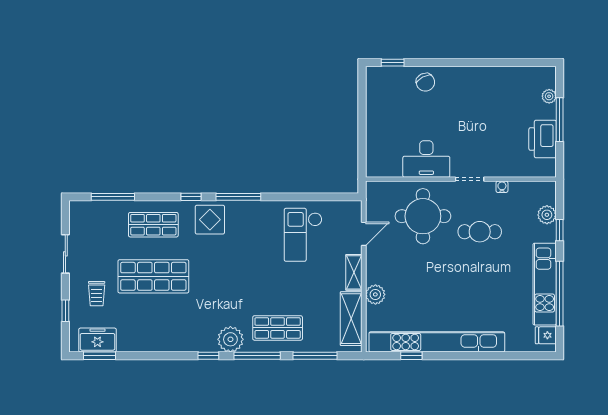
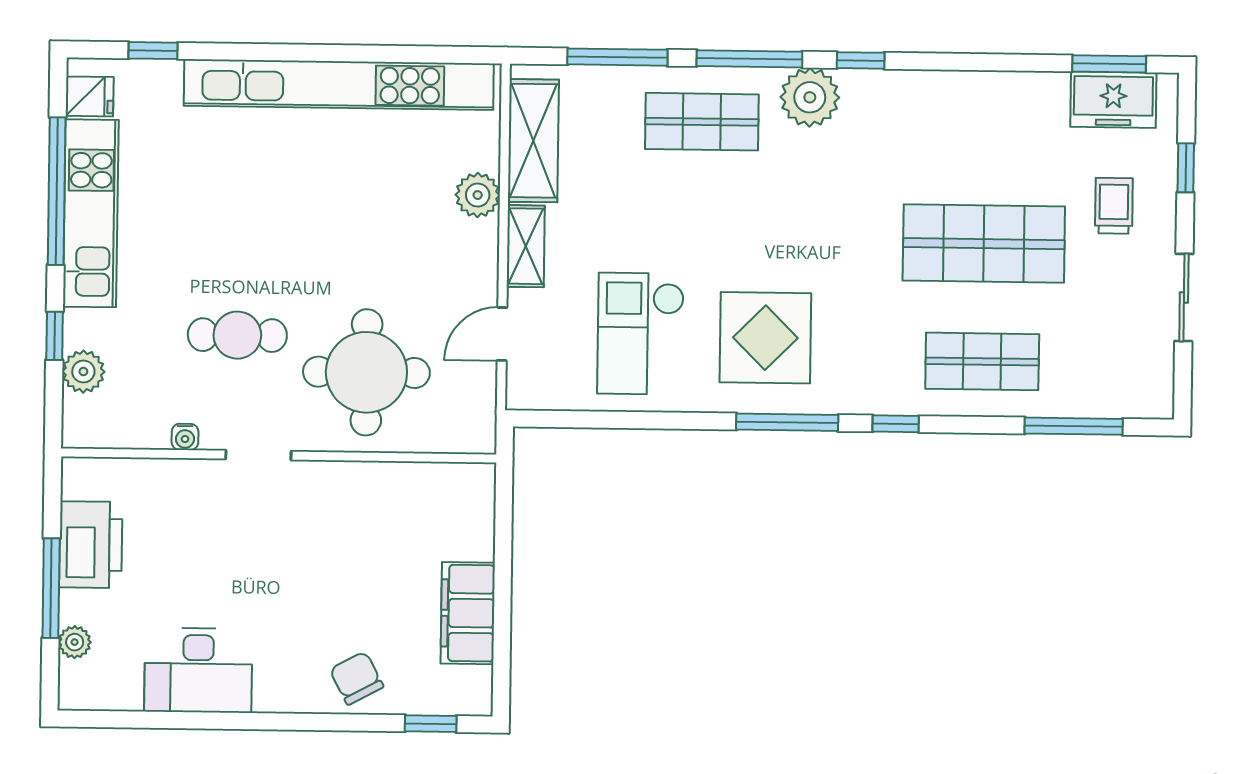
filing cabinet: (377, 111) -> (468, 613), added
desk: (426, 159) -> (198, 670), moved, turned 180
display table: (210, 220) -> (765, 338), moved, width x1.36, depth x1.36
checkout: (303, 235) -> (641, 334), turned 180
window: (411, 356) -> (153, 51), moved

